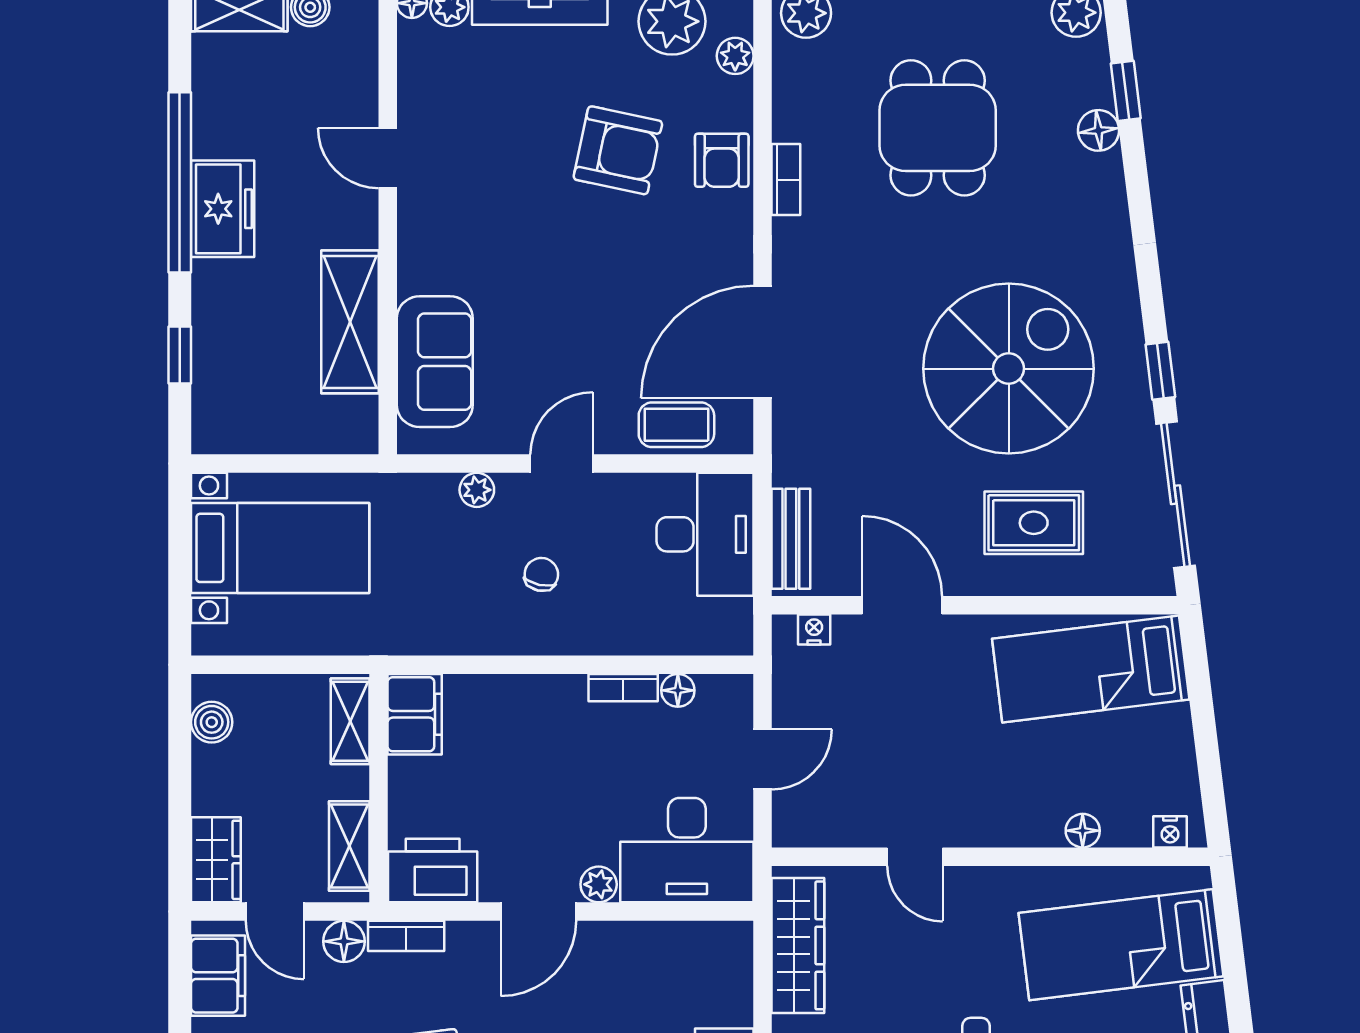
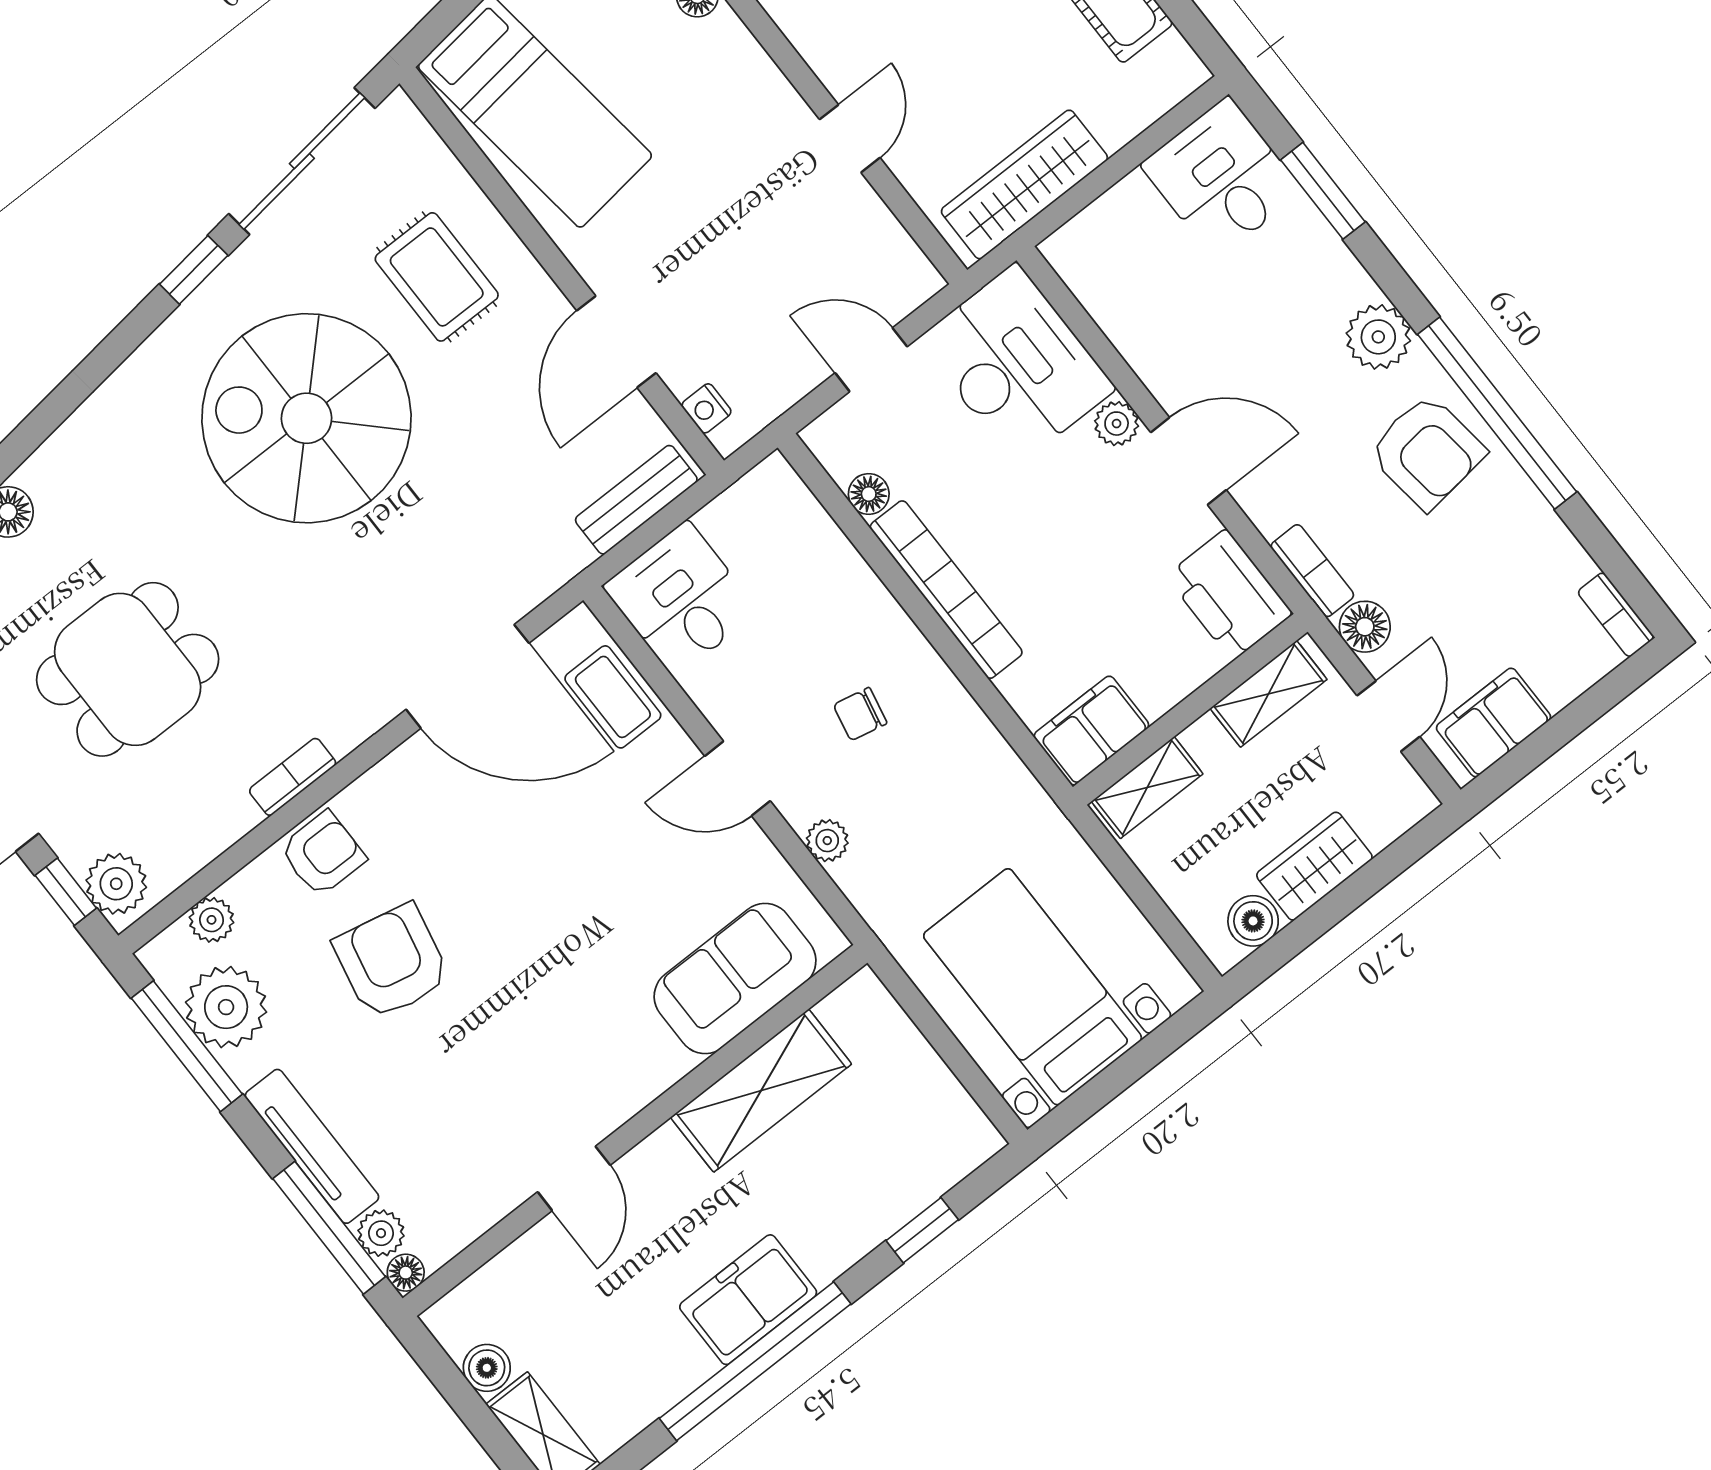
desk: (705, 534) -> (681, 599), width x0.73
bookcase: (623, 688) -> (946, 590), width x2.31, depth x1.31
wardrobe: (216, 860) -> (1314, 866), moved

